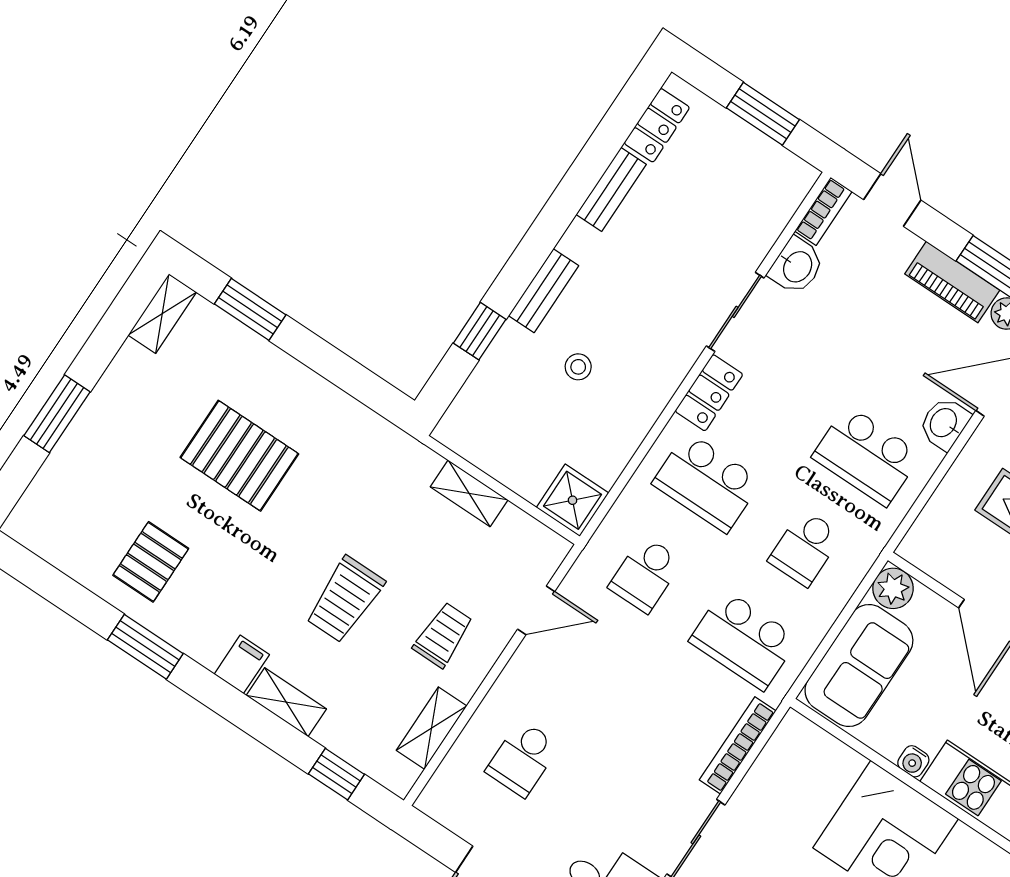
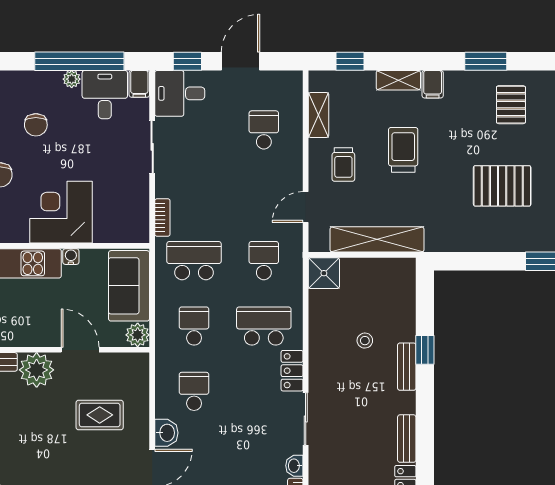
washbasin: (797, 266) -> (294, 466), width x0.72, depth x0.69
window: (480, 331) -> (425, 350), moved
school desk: (867, 456) -> (194, 391), width x0.54
shelving: (469, 493) -> (377, 239), width x2.20, depth x1.33
bookcase: (738, 745) -> (162, 217), width x0.64

